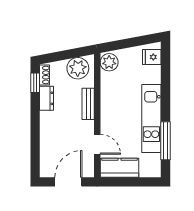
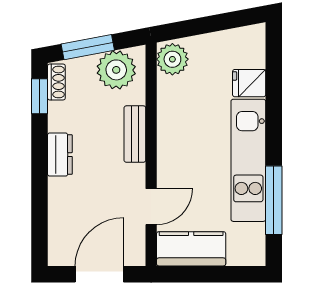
window: (62, 56) -> (88, 47), added
fridge: (152, 57) -> (249, 83), moved
dresser: (46, 98) -> (60, 155), moved
door: (97, 144) -> (151, 207), hinge flipped

